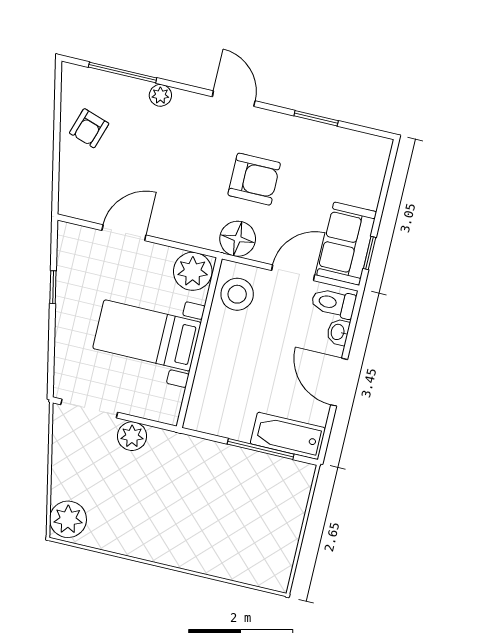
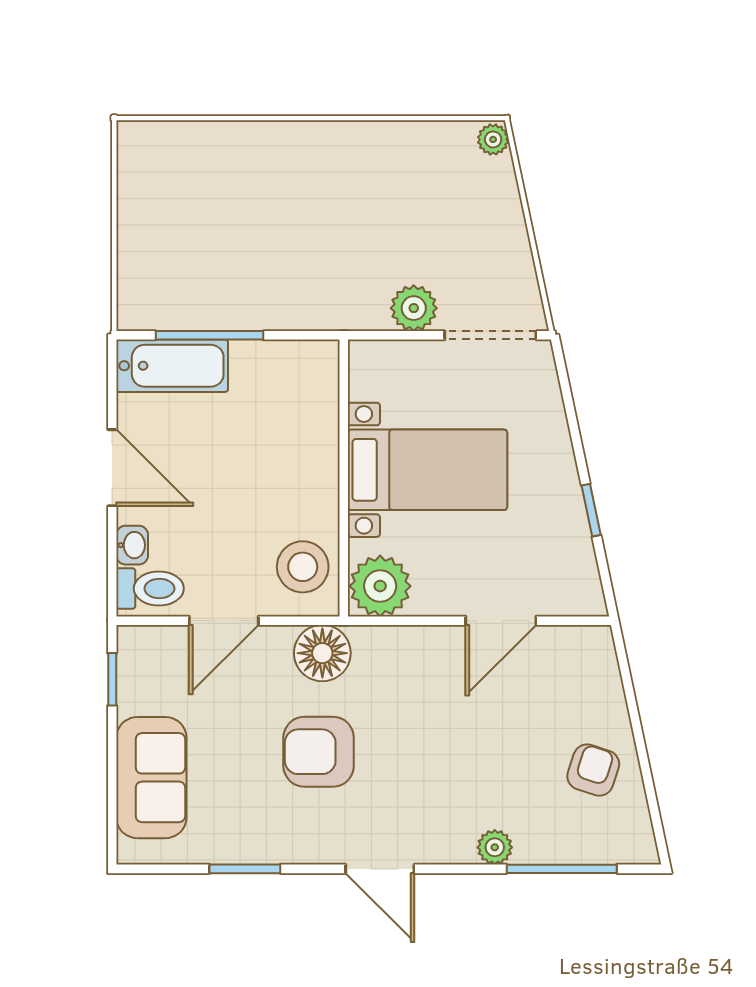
sofa: (347, 244) -> (151, 778), moved
plant: (68, 519) -> (493, 139), width x0.53, depth x0.53

